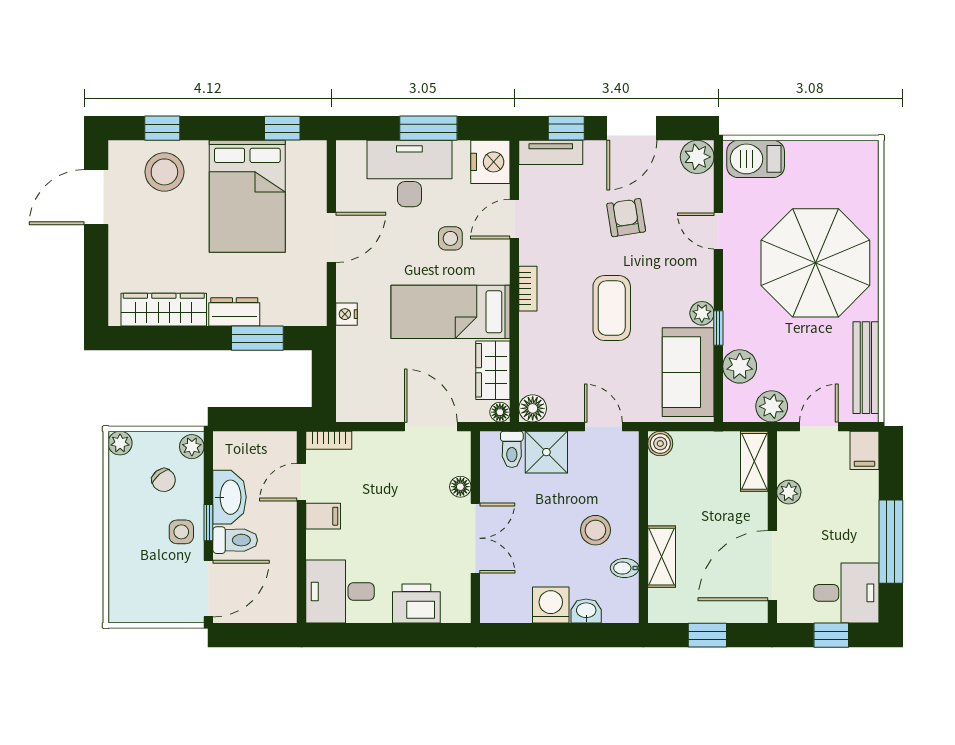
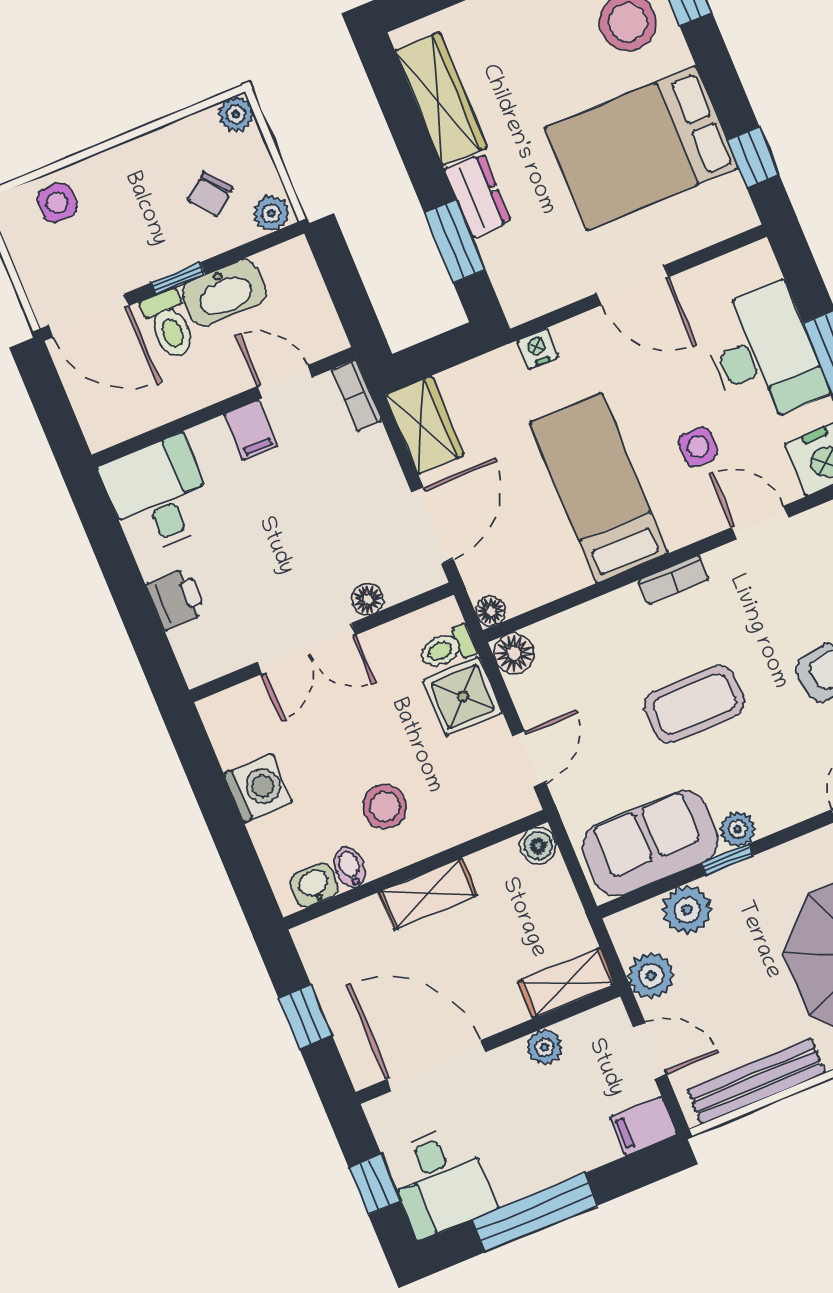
wardrobe: (493, 370) -> (425, 425), moved, turned 90
side table: (181, 532) -> (57, 203), moved
shelving: (662, 557) -> (428, 894), moved
printer: (416, 603) -> (176, 599), width x0.73, depth x0.81
washbasin: (586, 611) -> (314, 885), moved, turned -90

